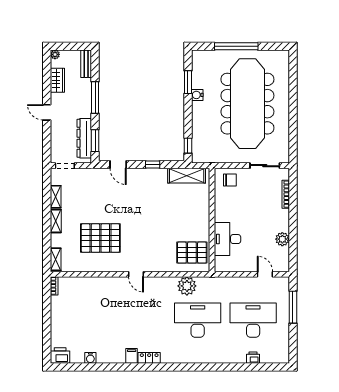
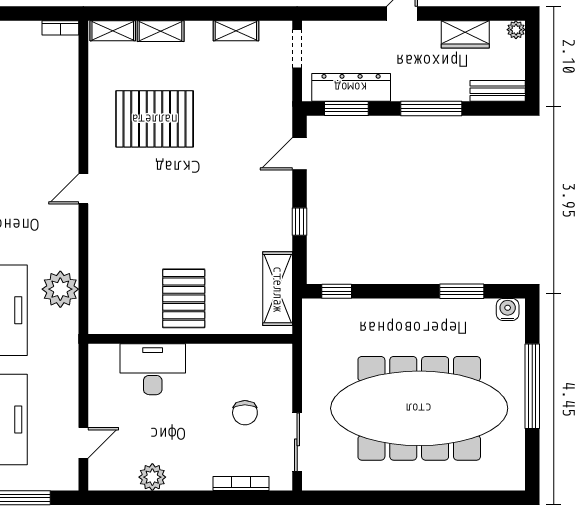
water cooler: (197, 95) -> (508, 310), moved
chair: (230, 180) -> (245, 413), moved
shelving: (56, 221) -> (161, 31), moved
pallet: (100, 238) -> (155, 119), turned 90
pallet: (192, 253) -> (184, 298), moved

